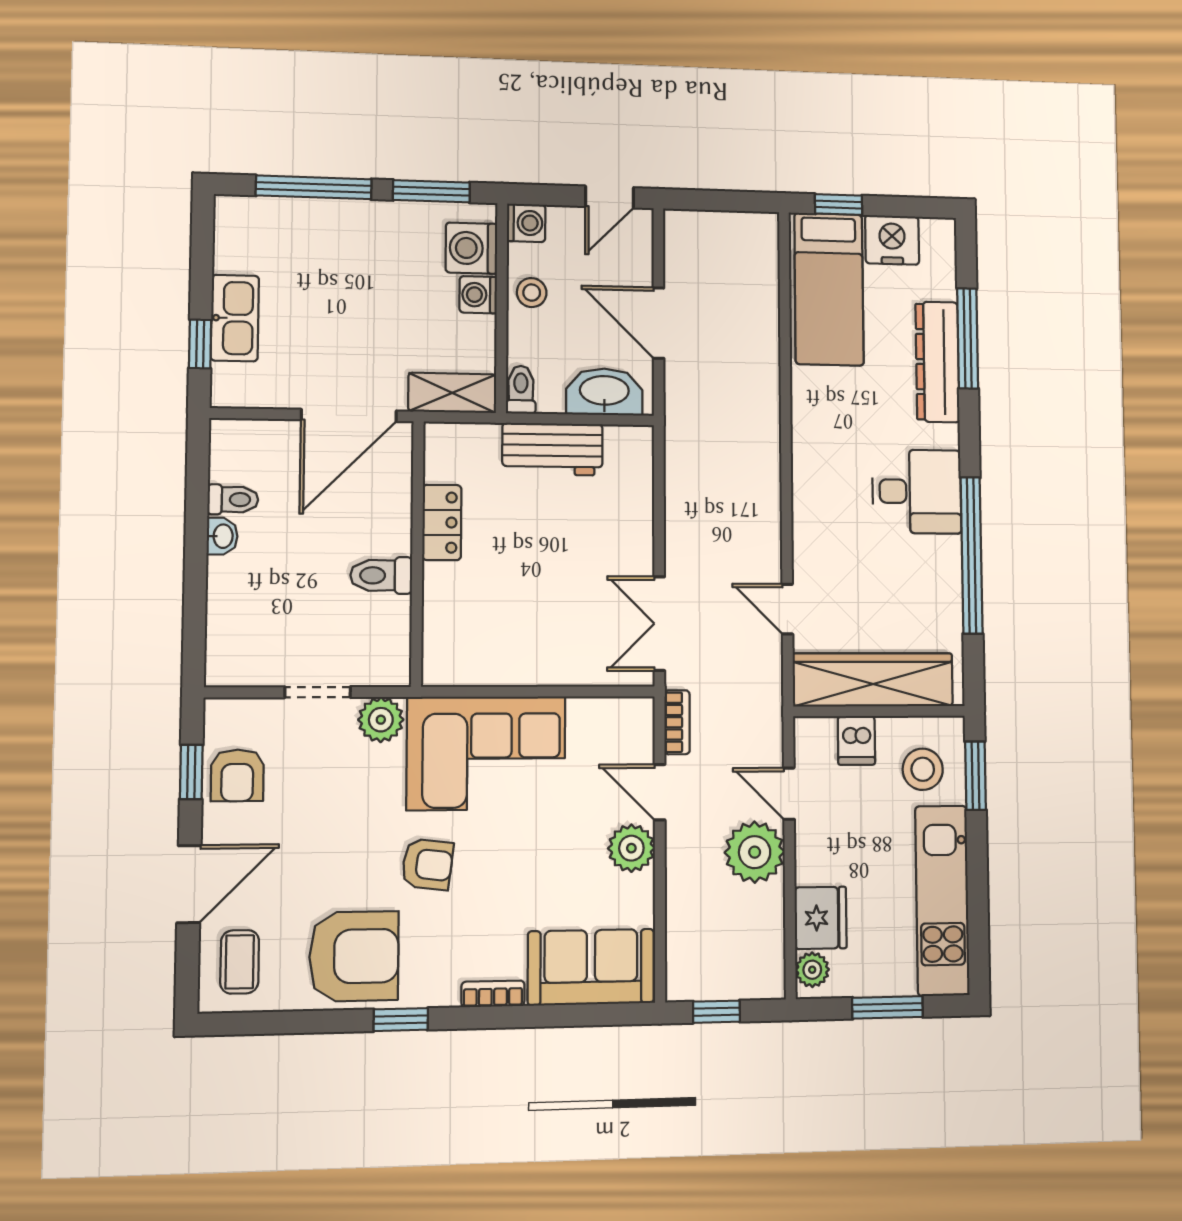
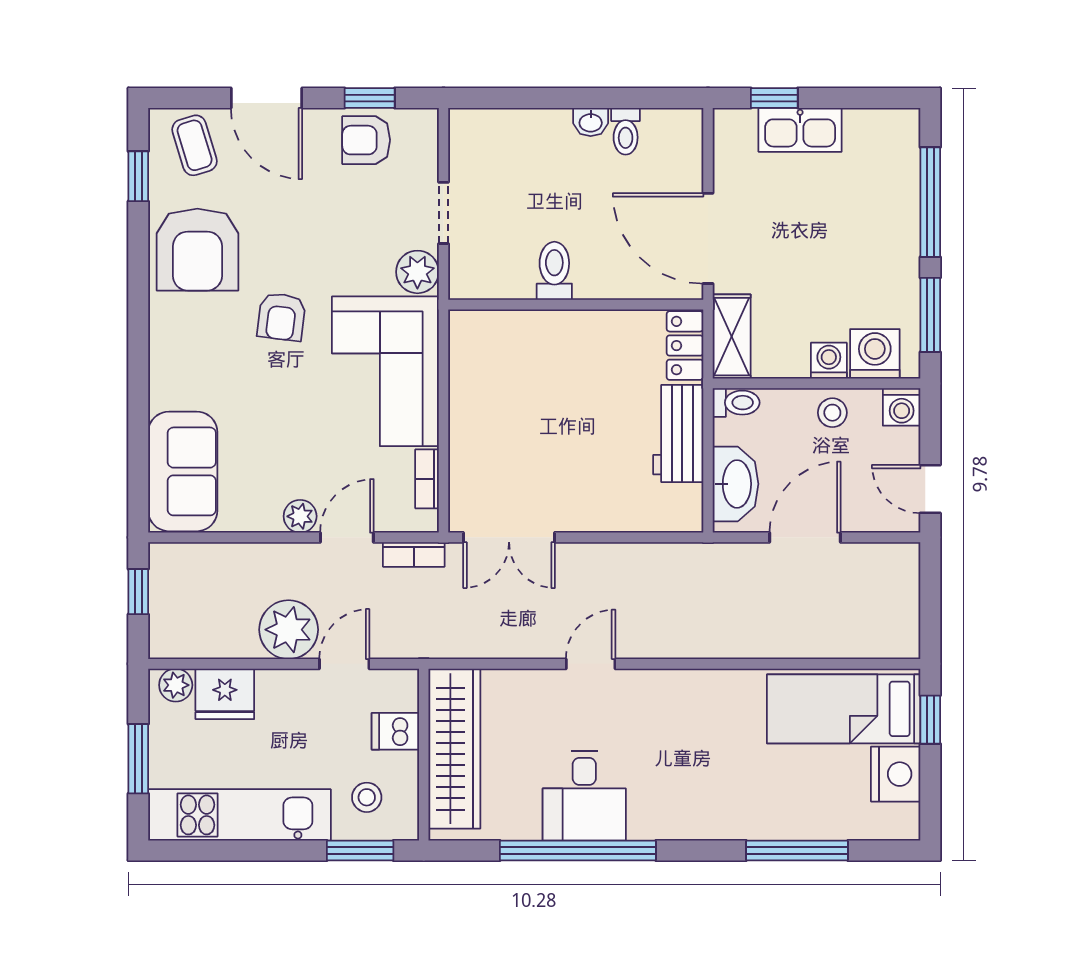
dresser: (937, 362) -> (772, 819), removed
desk: (917, 491) -> (584, 796), moved
locker: (442, 522) -> (685, 346), moved, turned 90
door: (787, 609) -> (591, 664), moved
double door: (659, 624) -> (509, 537), swing flipped
stool: (923, 769) -> (367, 797), width x0.73, depth x0.73
plant: (631, 848) -> (300, 516), width x0.73, depth x0.73
coffee table: (240, 962) -> (195, 145), turned 73
bookcase: (493, 994) -> (427, 479), moved, turned 180
window: (401, 1020) -> (138, 176), moved

